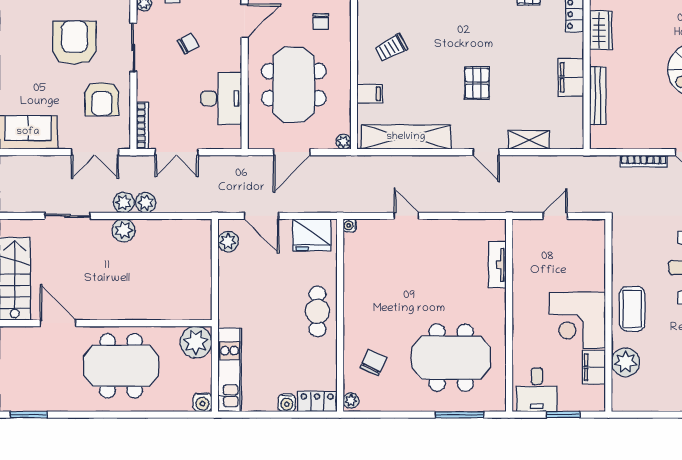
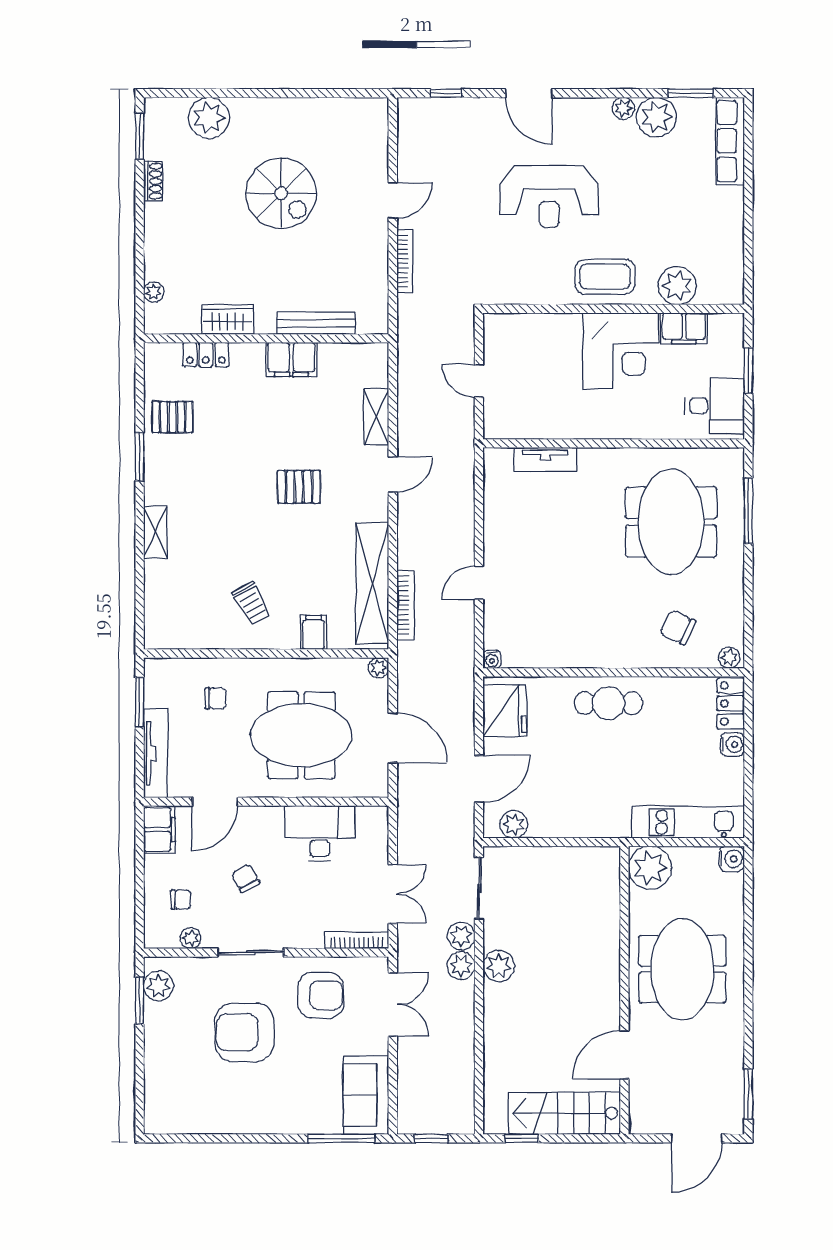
door: (245, 21) -> (215, 802), swing flipped
bookcase: (390, 162) -> (406, 605), added
sliding door: (67, 216) -> (479, 888), moved

